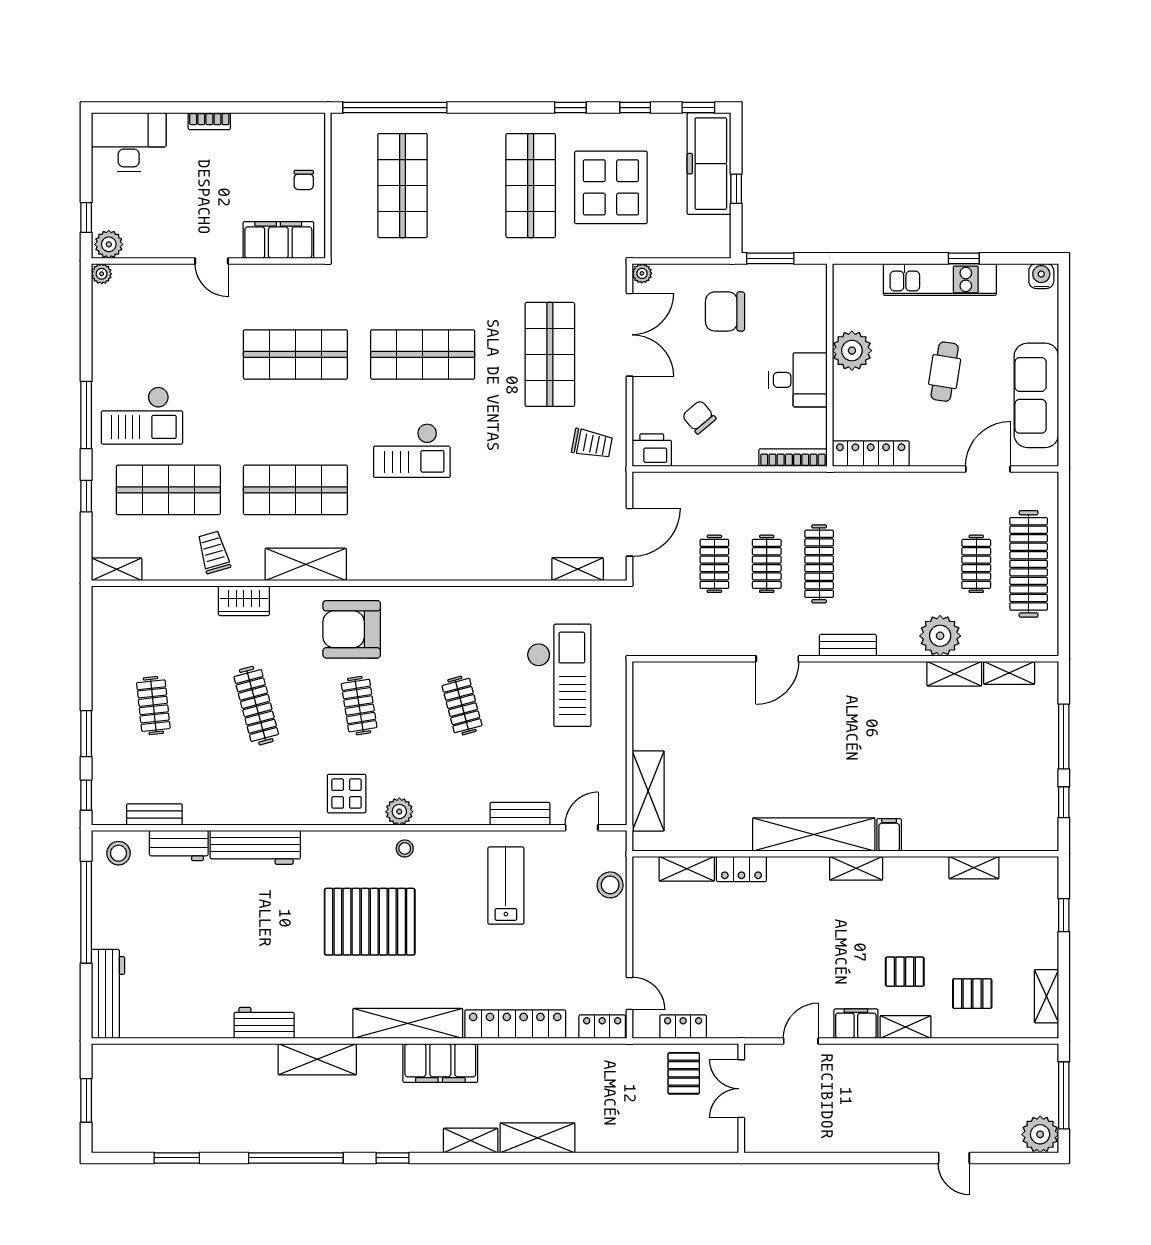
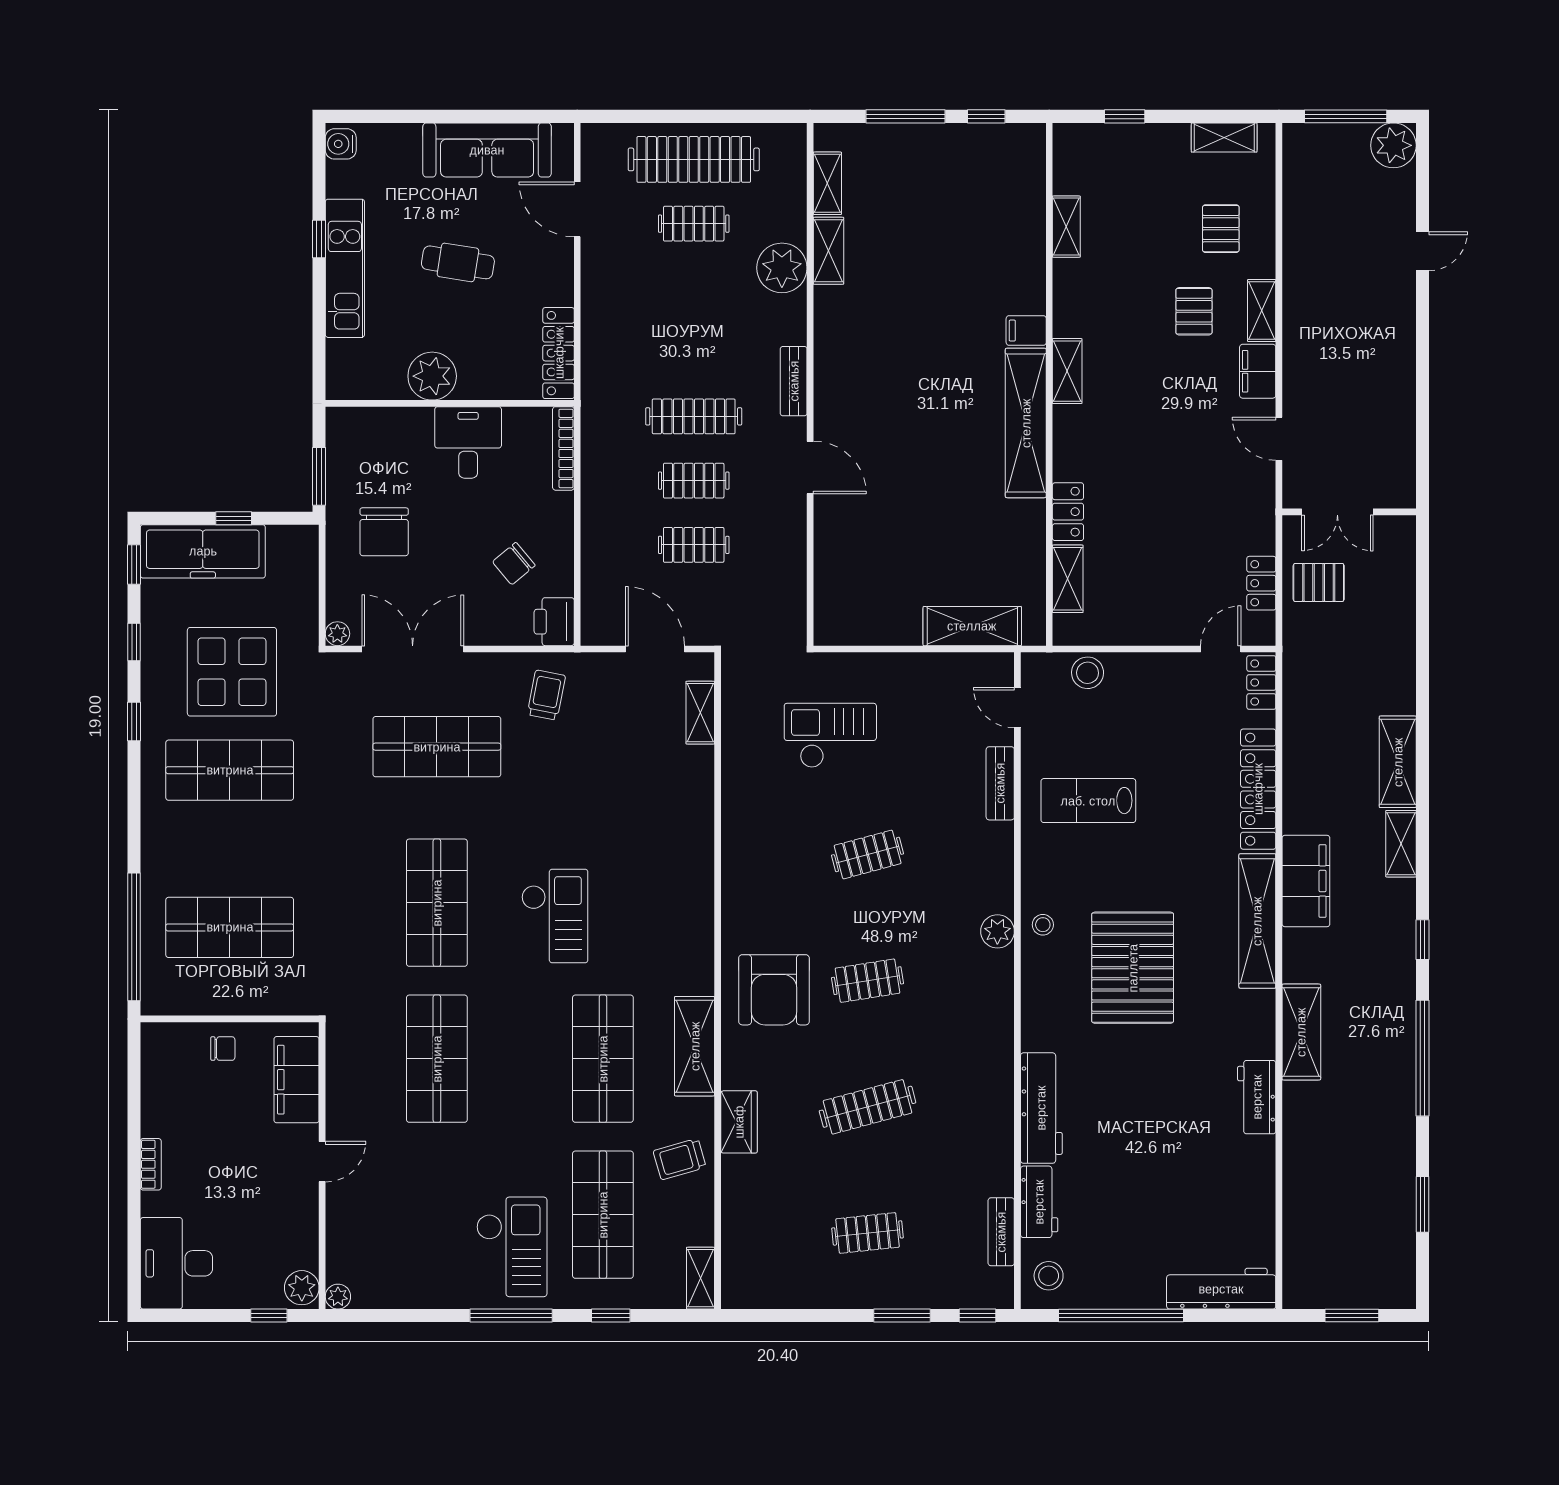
checkout: (559, 675) -> (830, 735), width x0.73, depth x0.83
display table: (347, 794) -> (975, 996), removed

